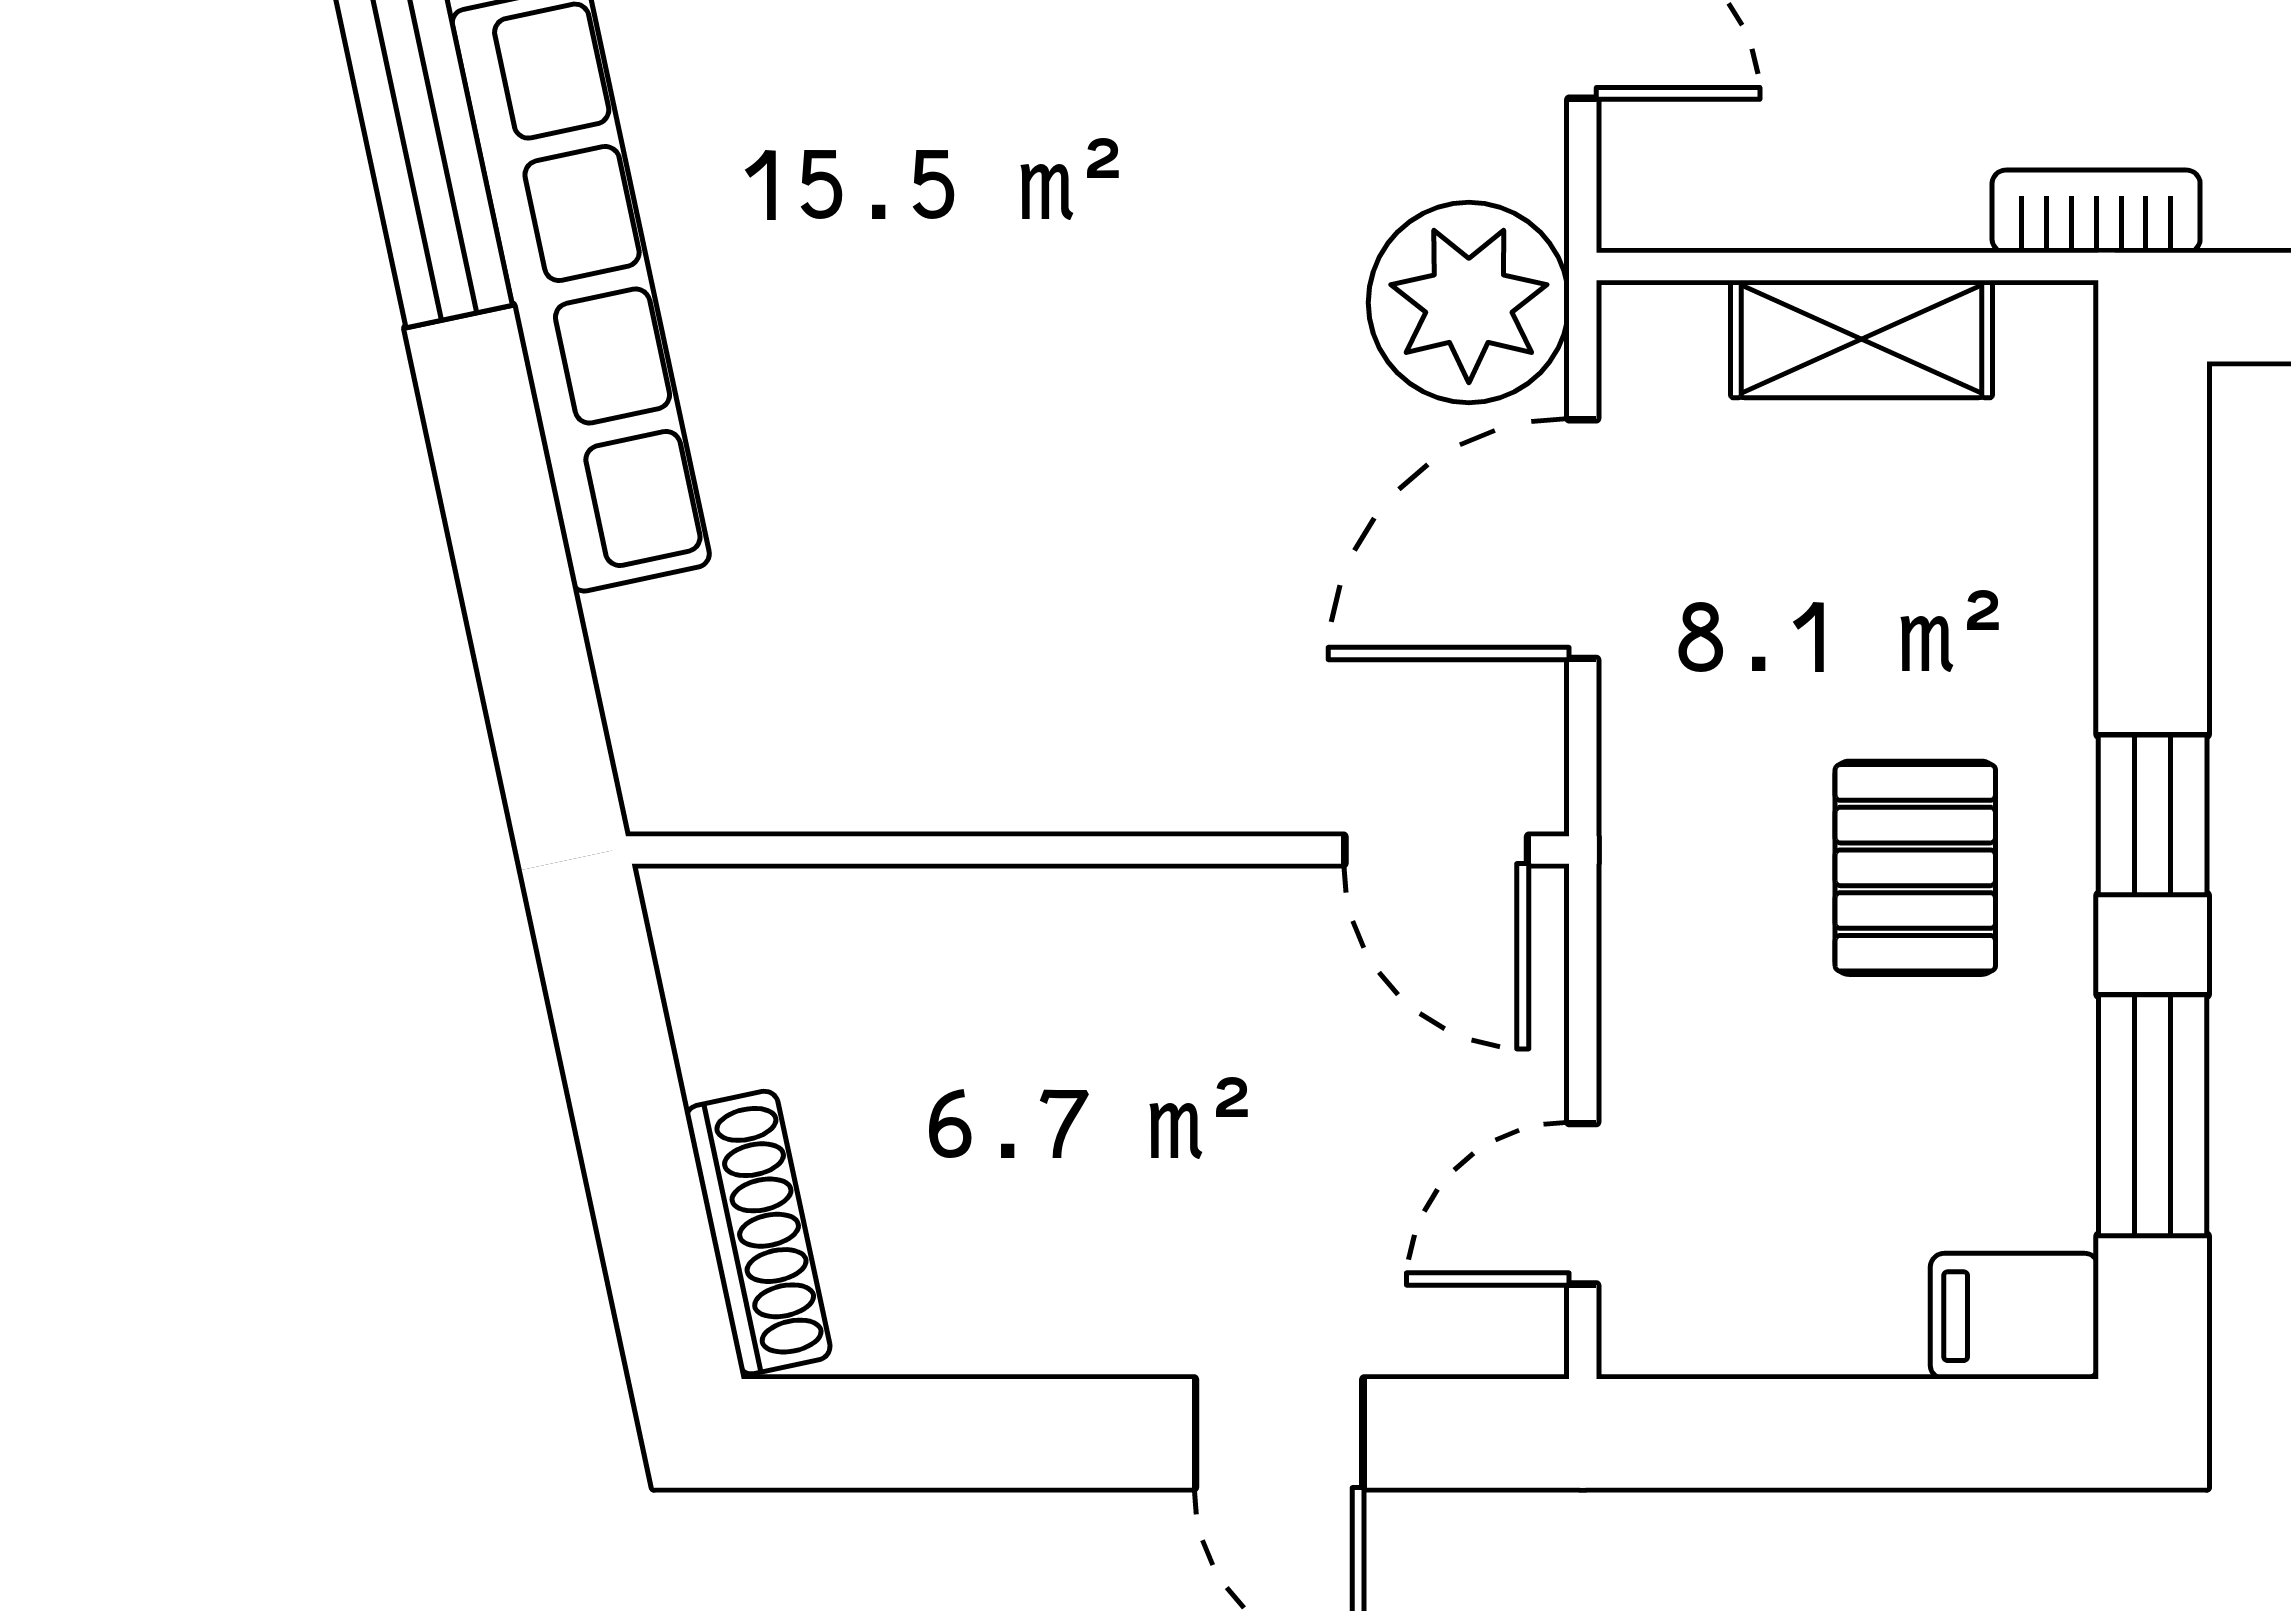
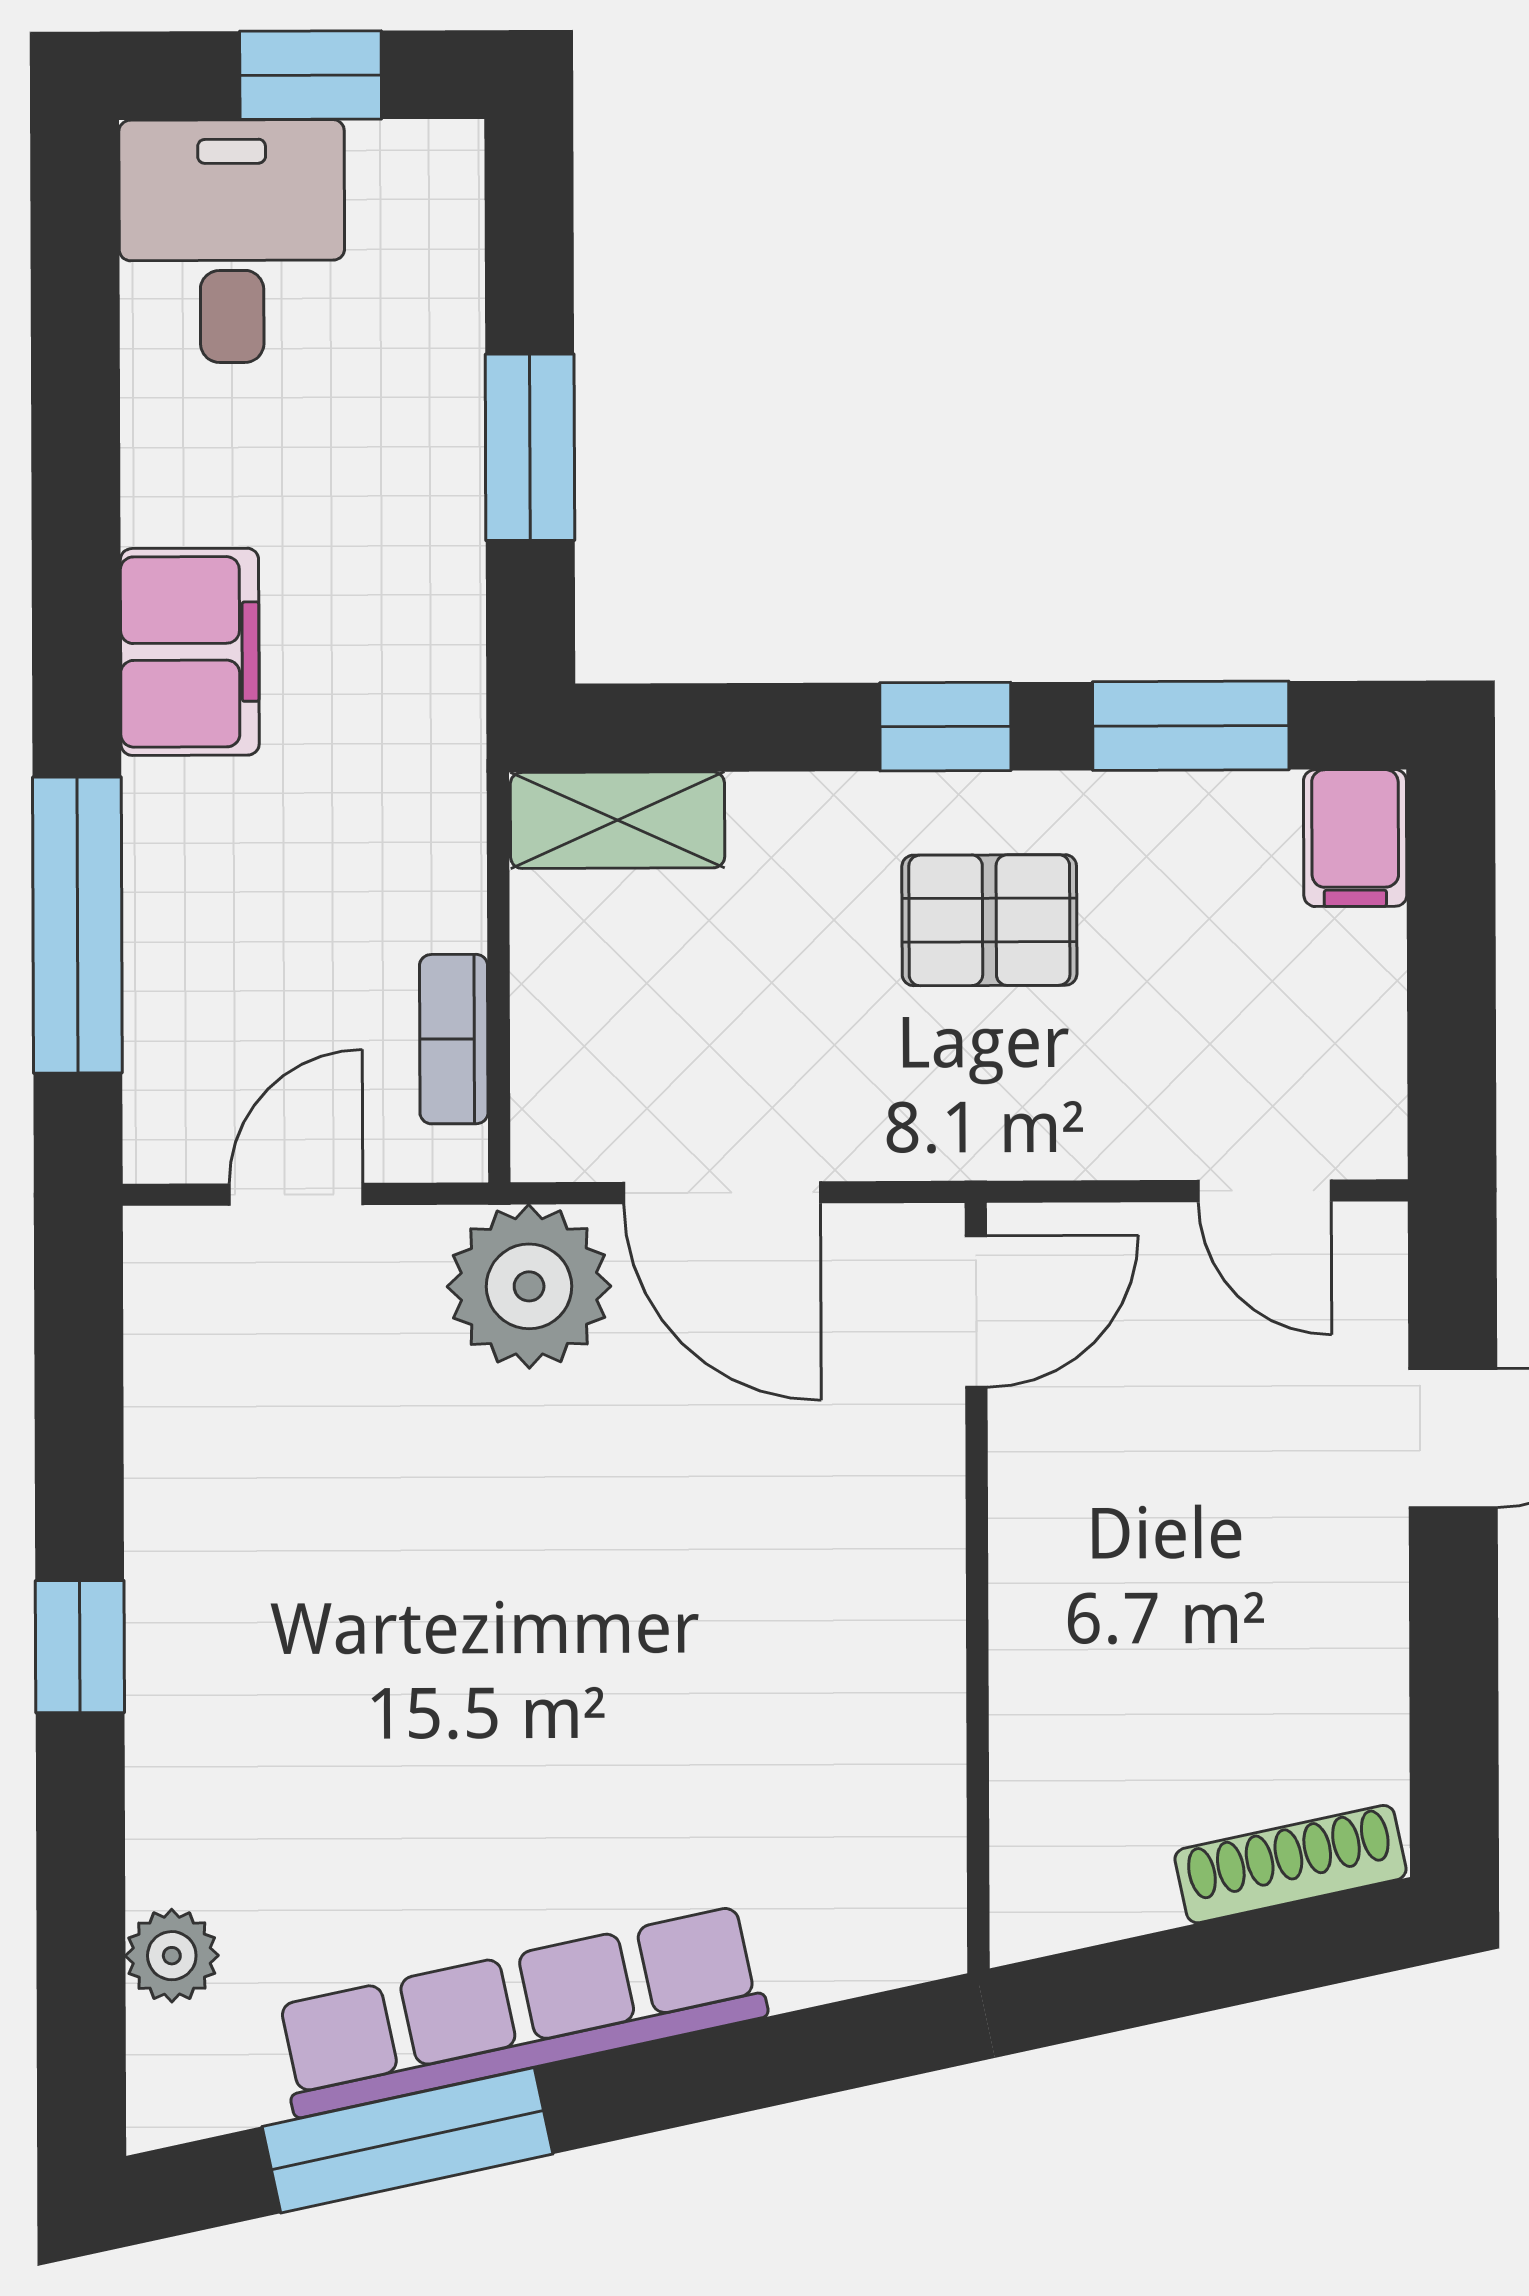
bookcase: (2096, 211) -> (454, 1039), moved
shelving: (1862, 339) -> (618, 820), moved, turned 90

